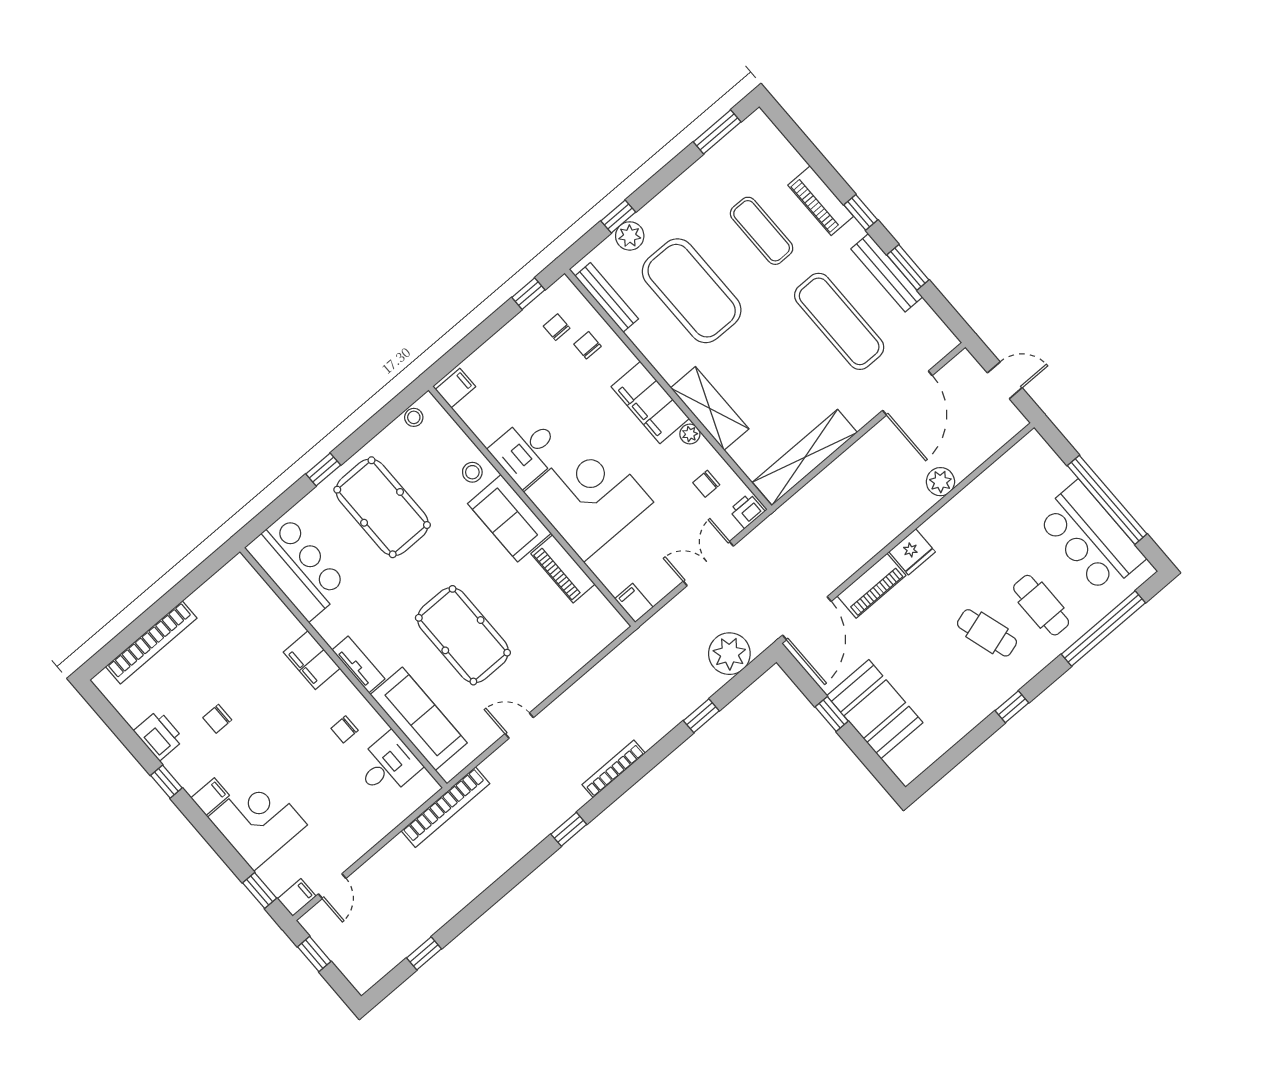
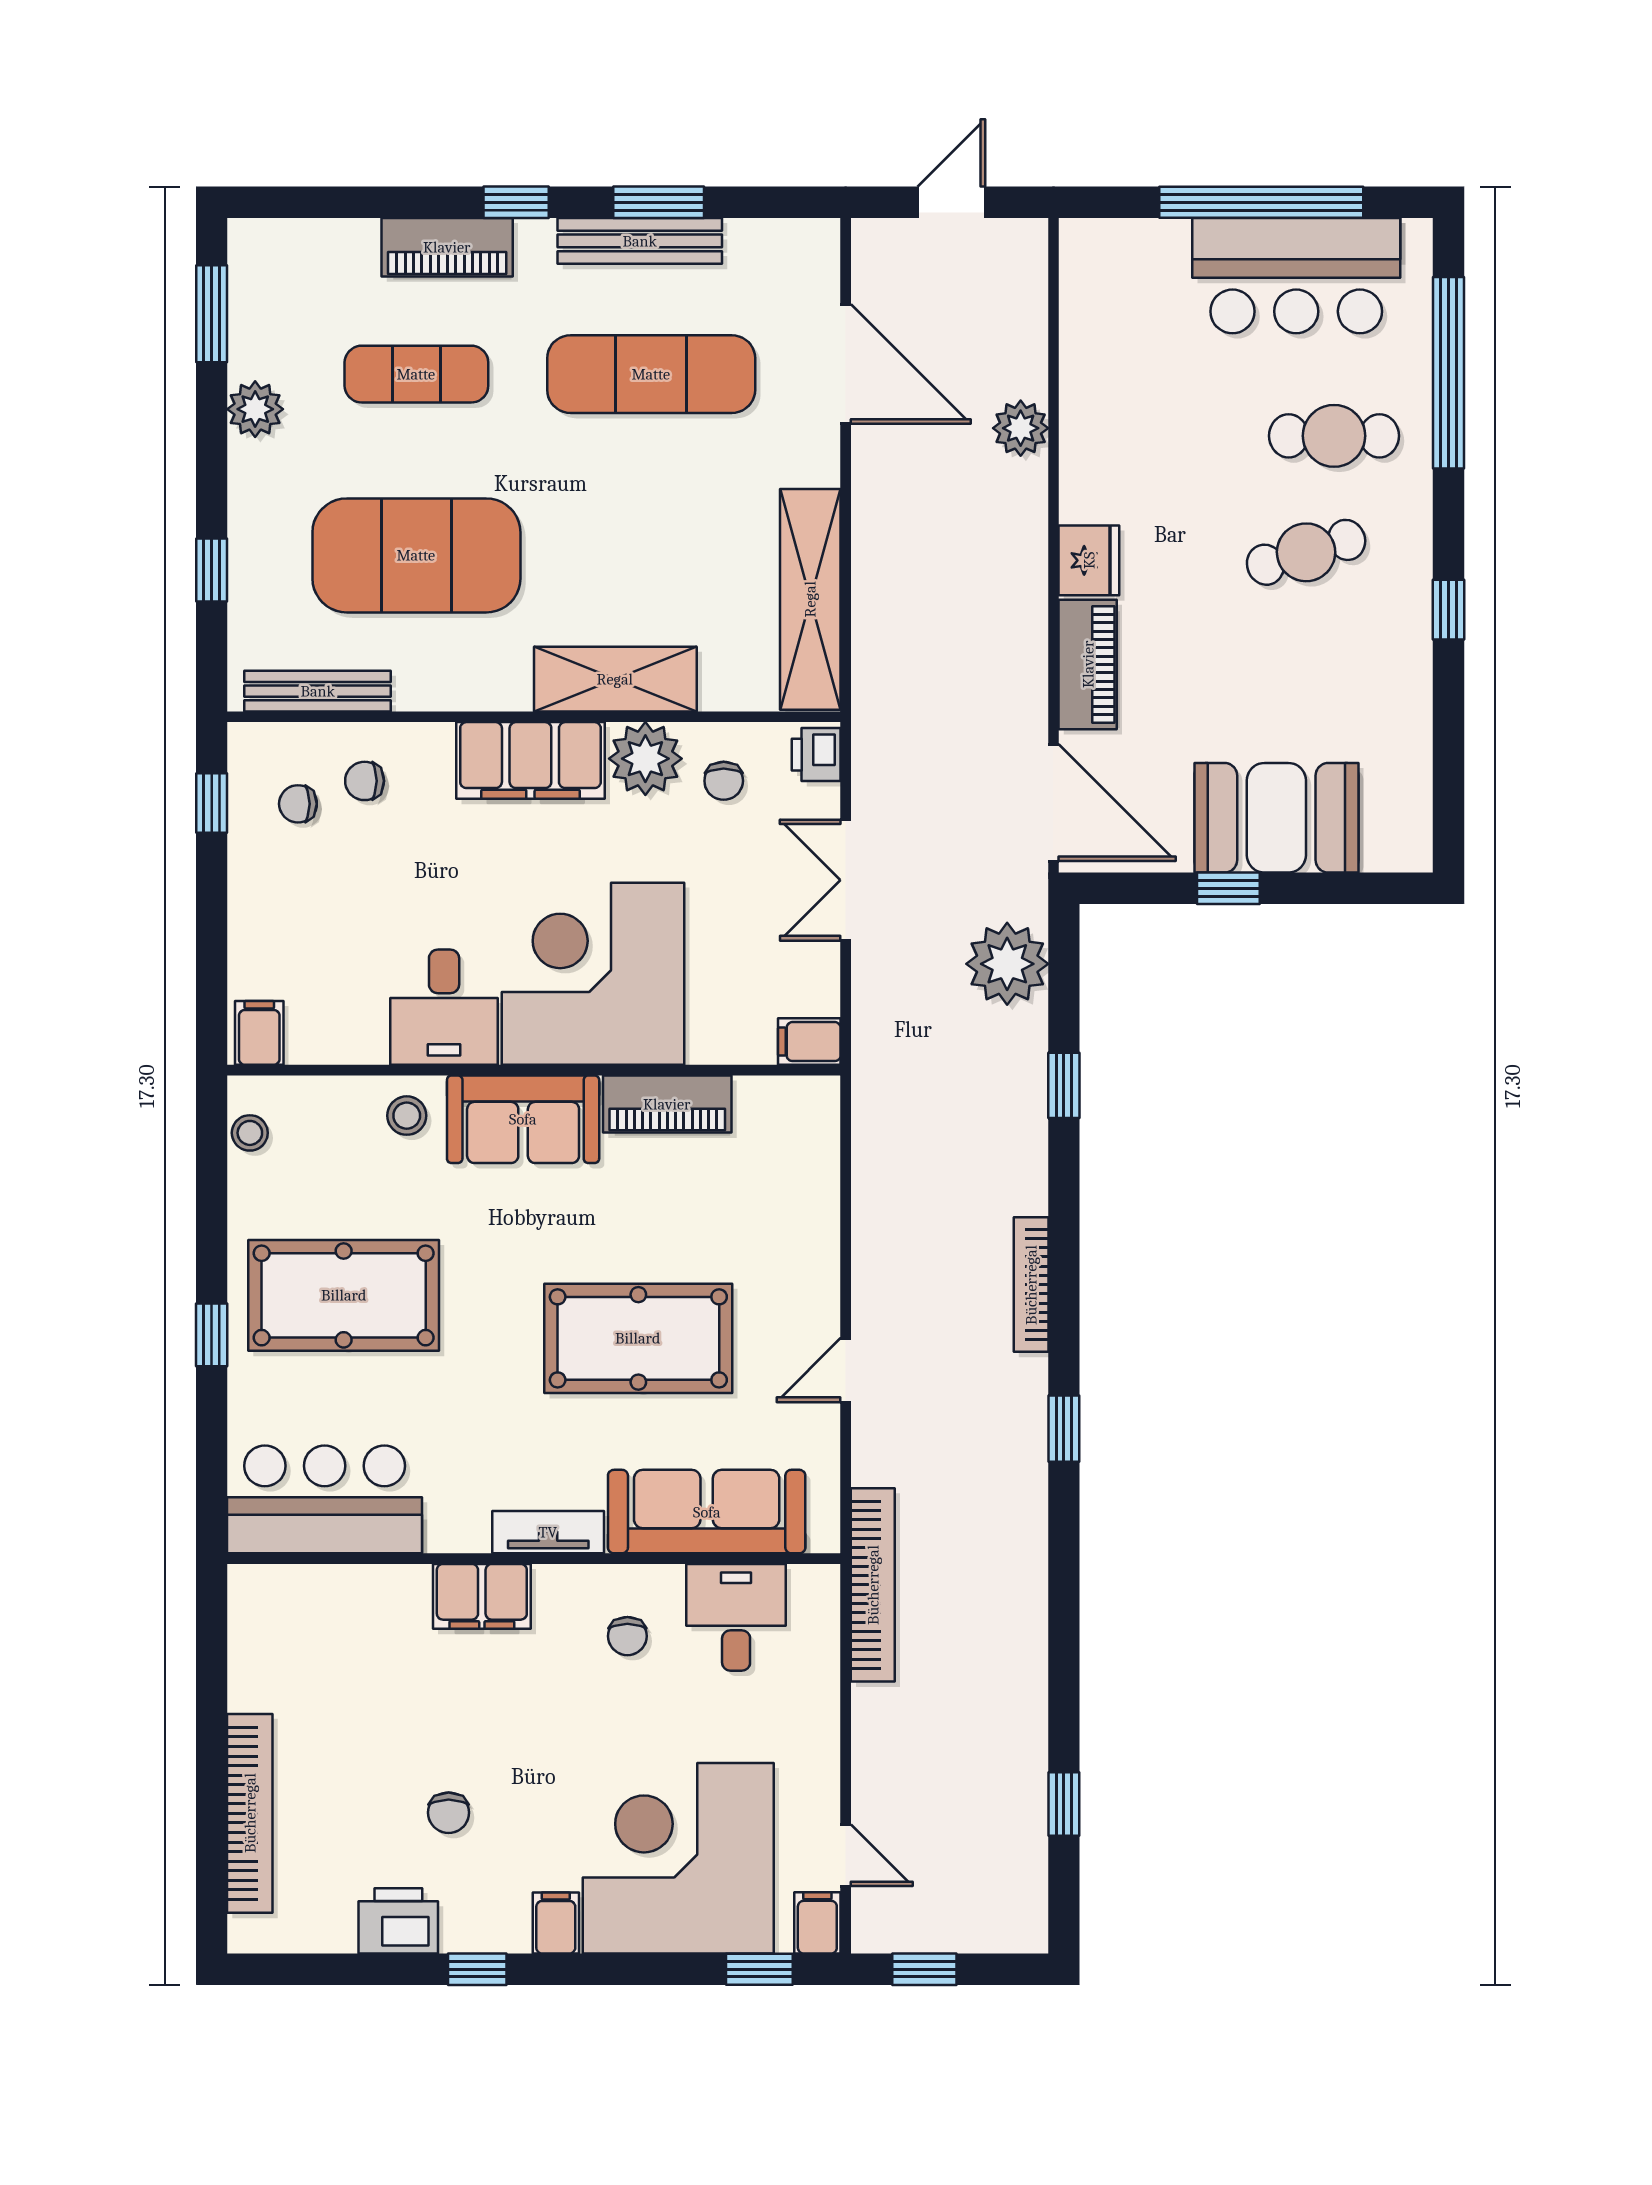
plant: (630, 236) -> (255, 409), moved
plant: (690, 434) -> (645, 759), width x1.88, depth x1.88
corner desk: (258, 821) -> (678, 1858), width x1.36, depth x1.36

